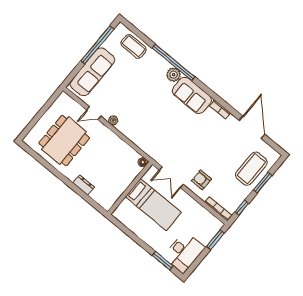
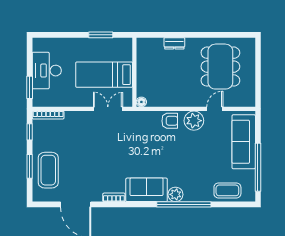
plant: (113, 120) -> (194, 121), width x1.87, depth x1.87
armchair: (201, 180) -> (170, 121), moved
desk: (184, 252) -> (47, 71), moved
window: (163, 261) -> (101, 35), moved

